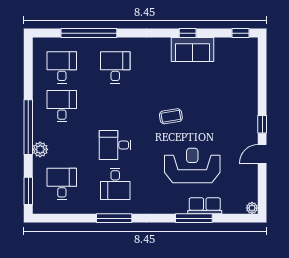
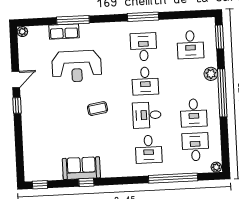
plant: (39, 43) -> (216, 167), added
desk: (62, 67) -> (195, 147), turned 180
desk: (115, 106) -> (147, 115), added
desk: (115, 145) -> (145, 81), turned 90

